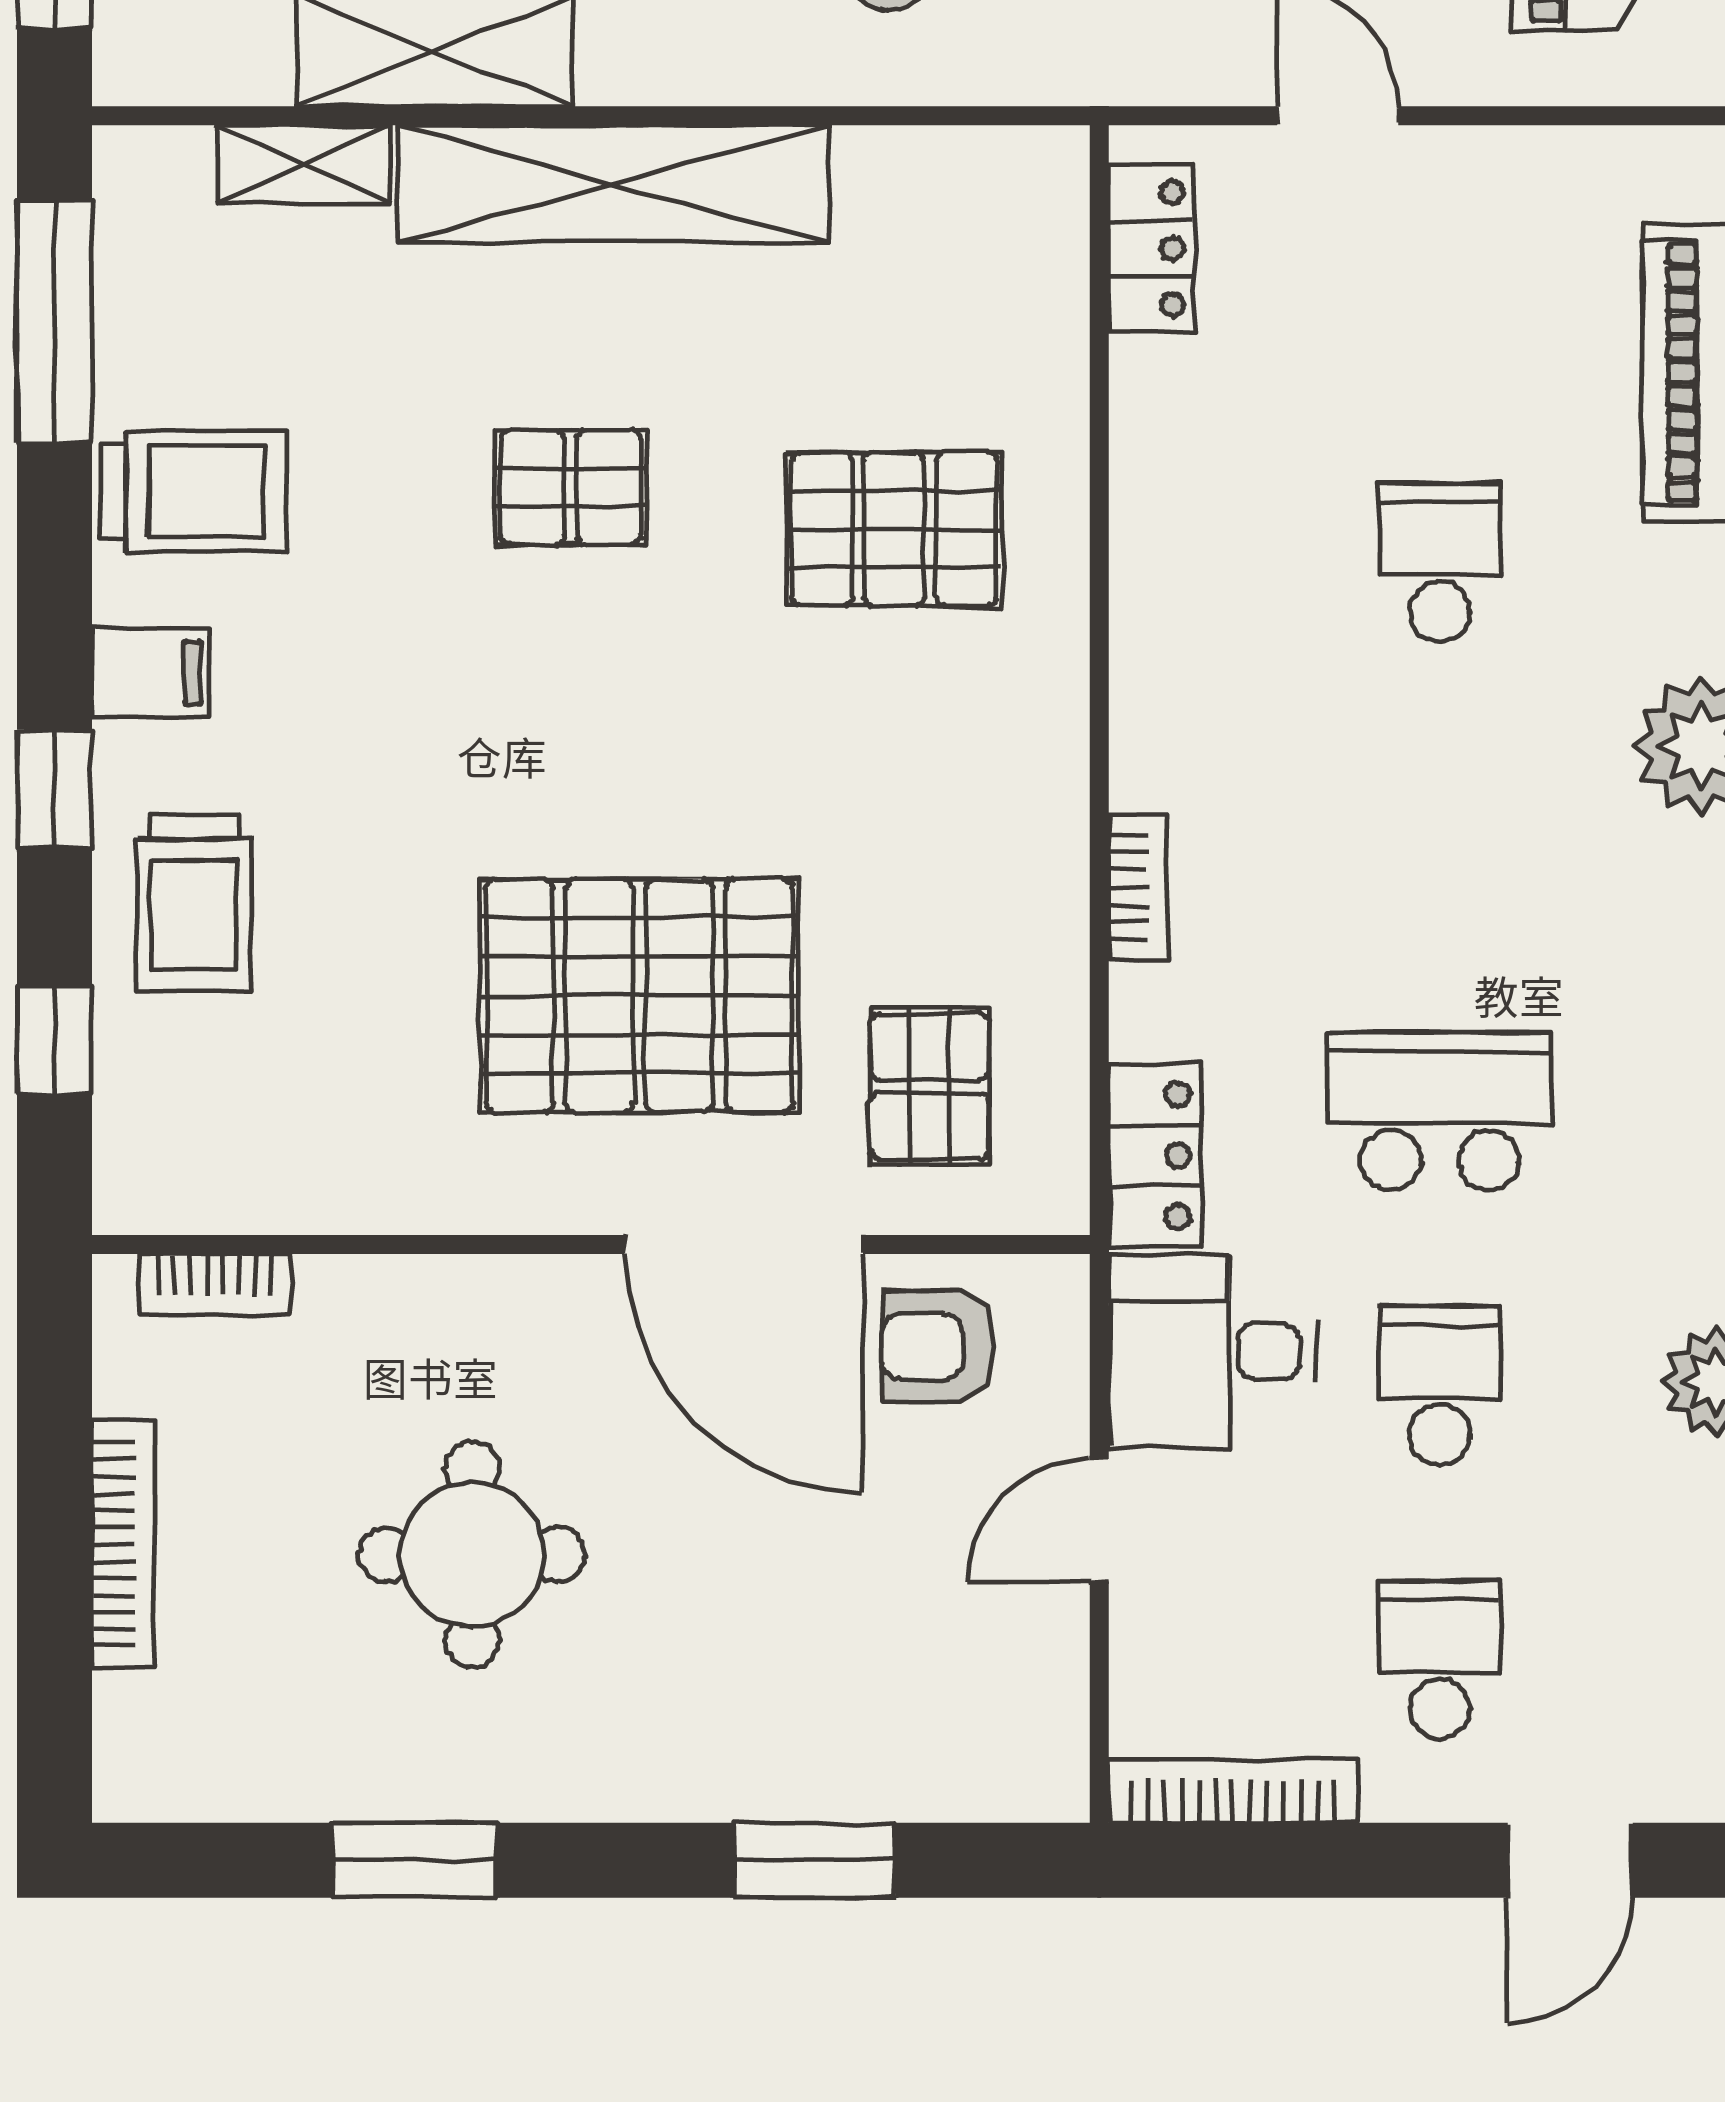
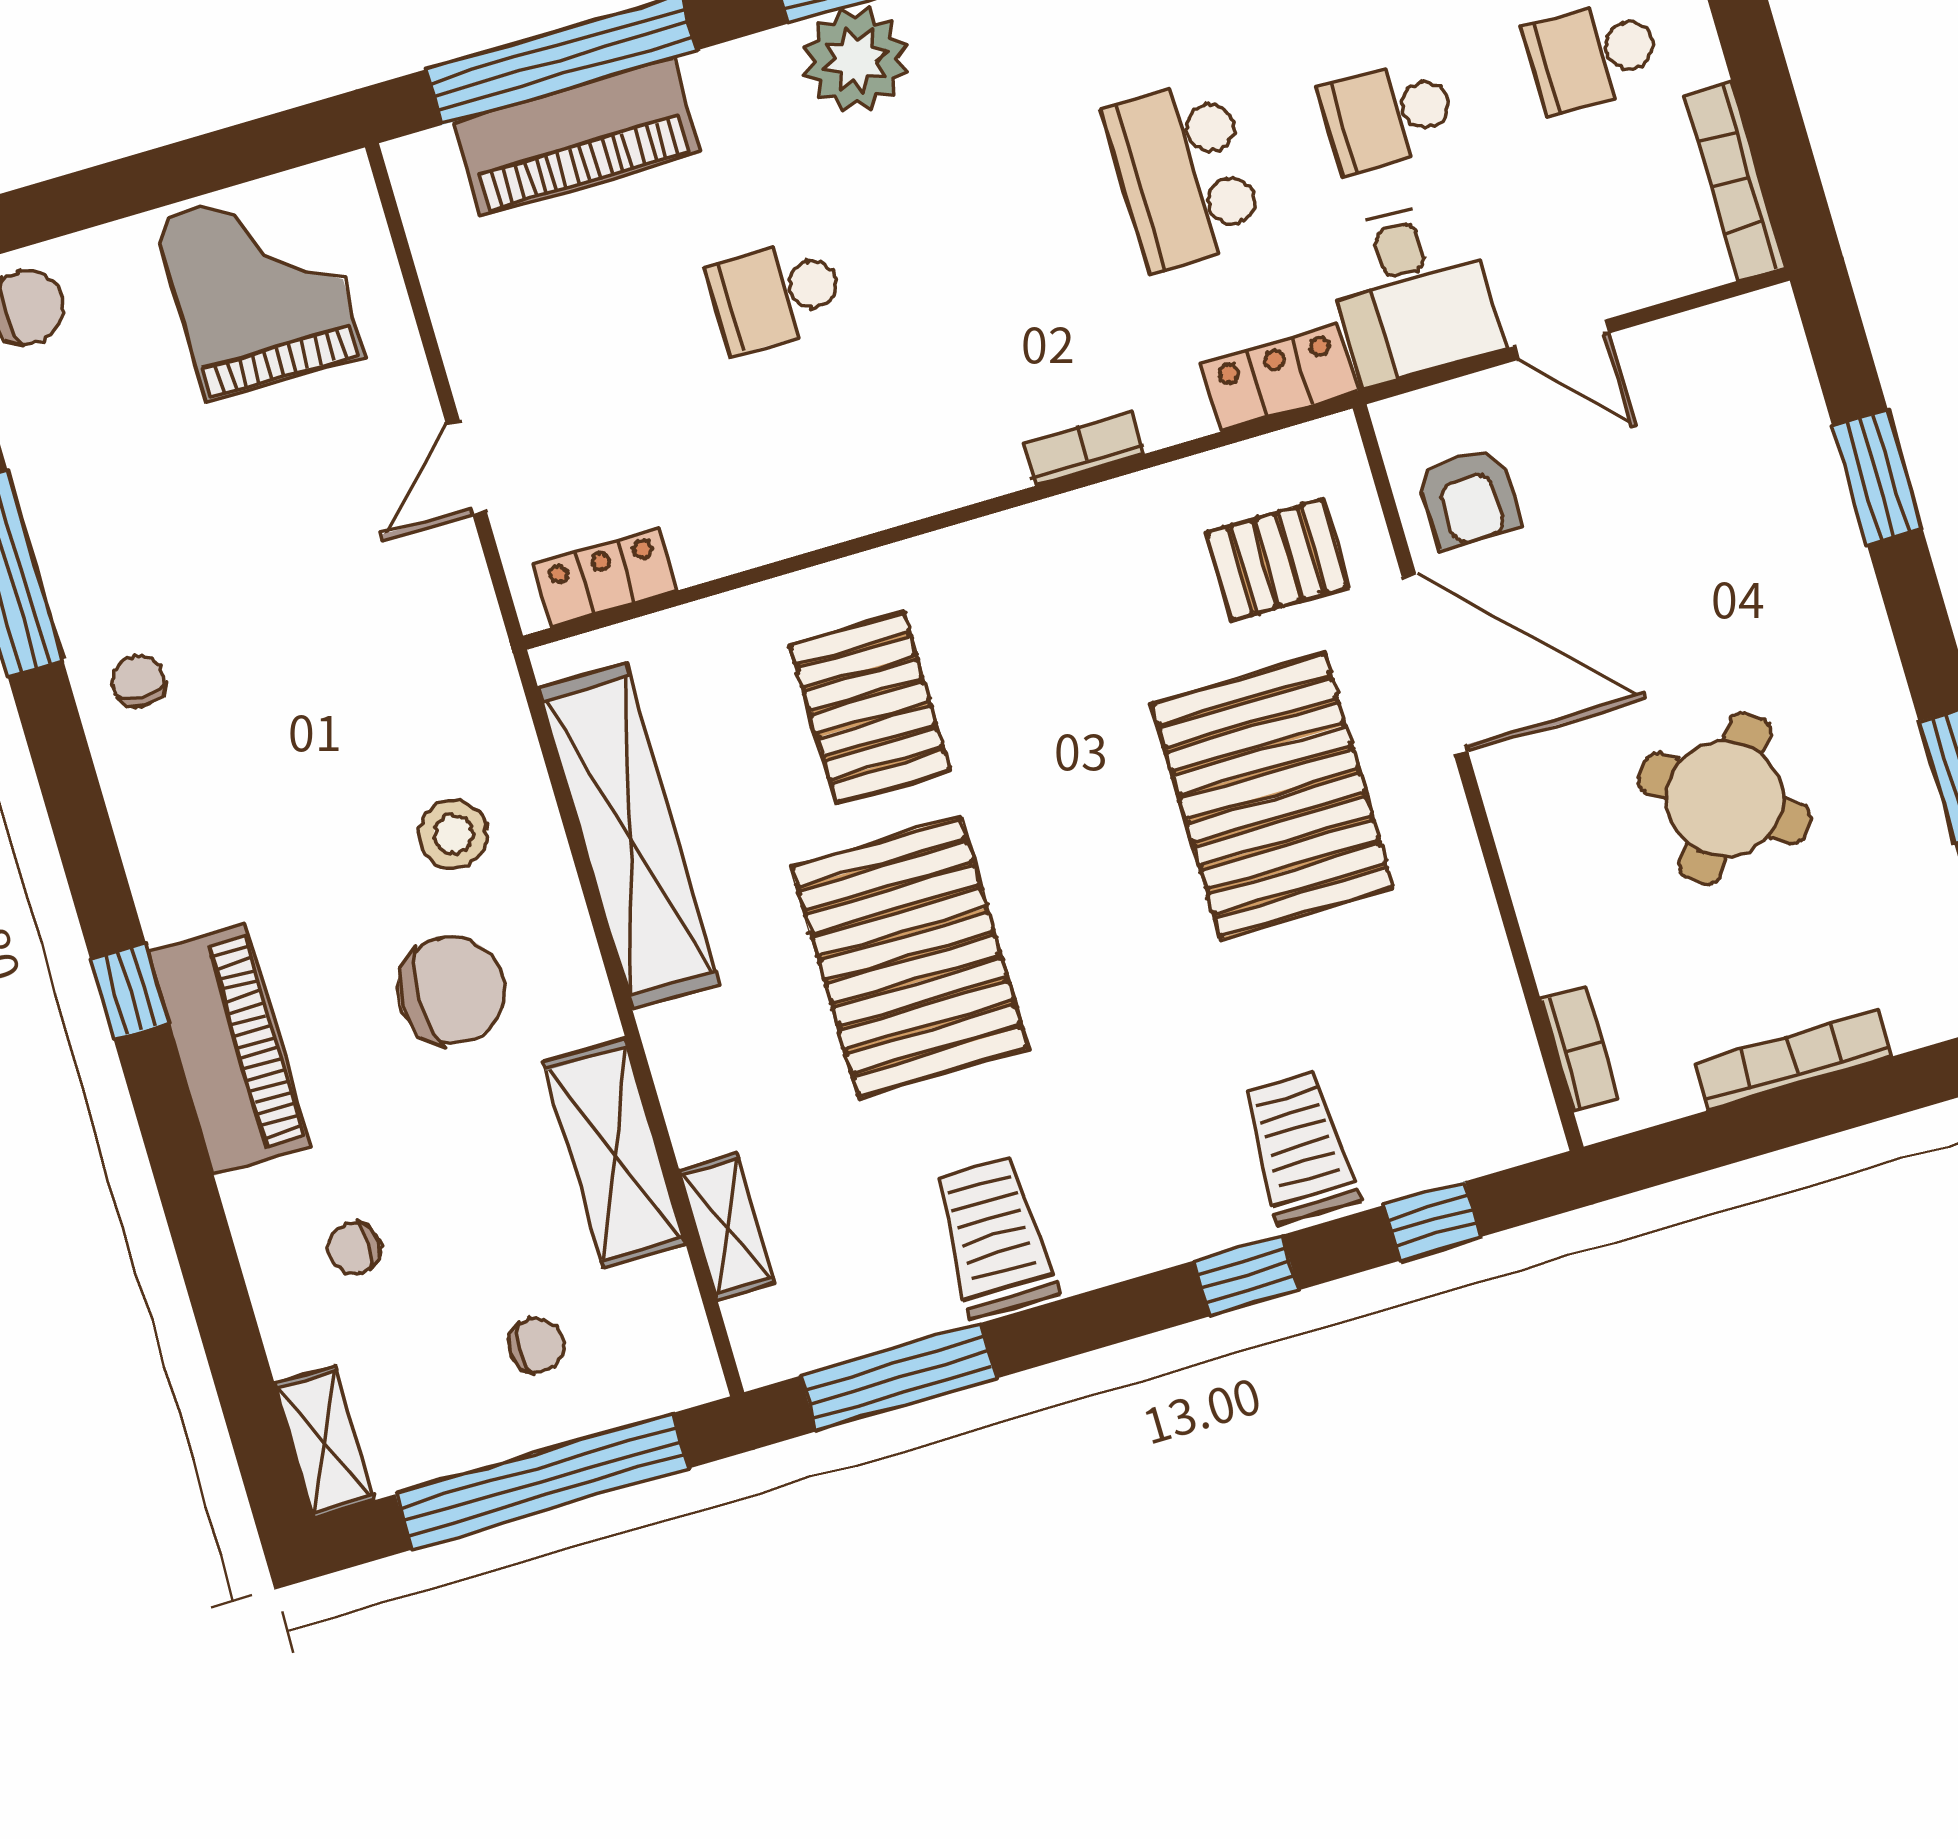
shelving: (613, 184) -> (629, 836), moved
pallet: (571, 487) -> (909, 957), width x2.05, depth x2.00
filing cabinet: (151, 673) -> (1139, 1229), removed
trolley: (194, 902) -> (1300, 1147), turned -90
door: (744, 1245) -> (1435, 664), hinge flipped
round table: (472, 1555) -> (1725, 799), turned 36

